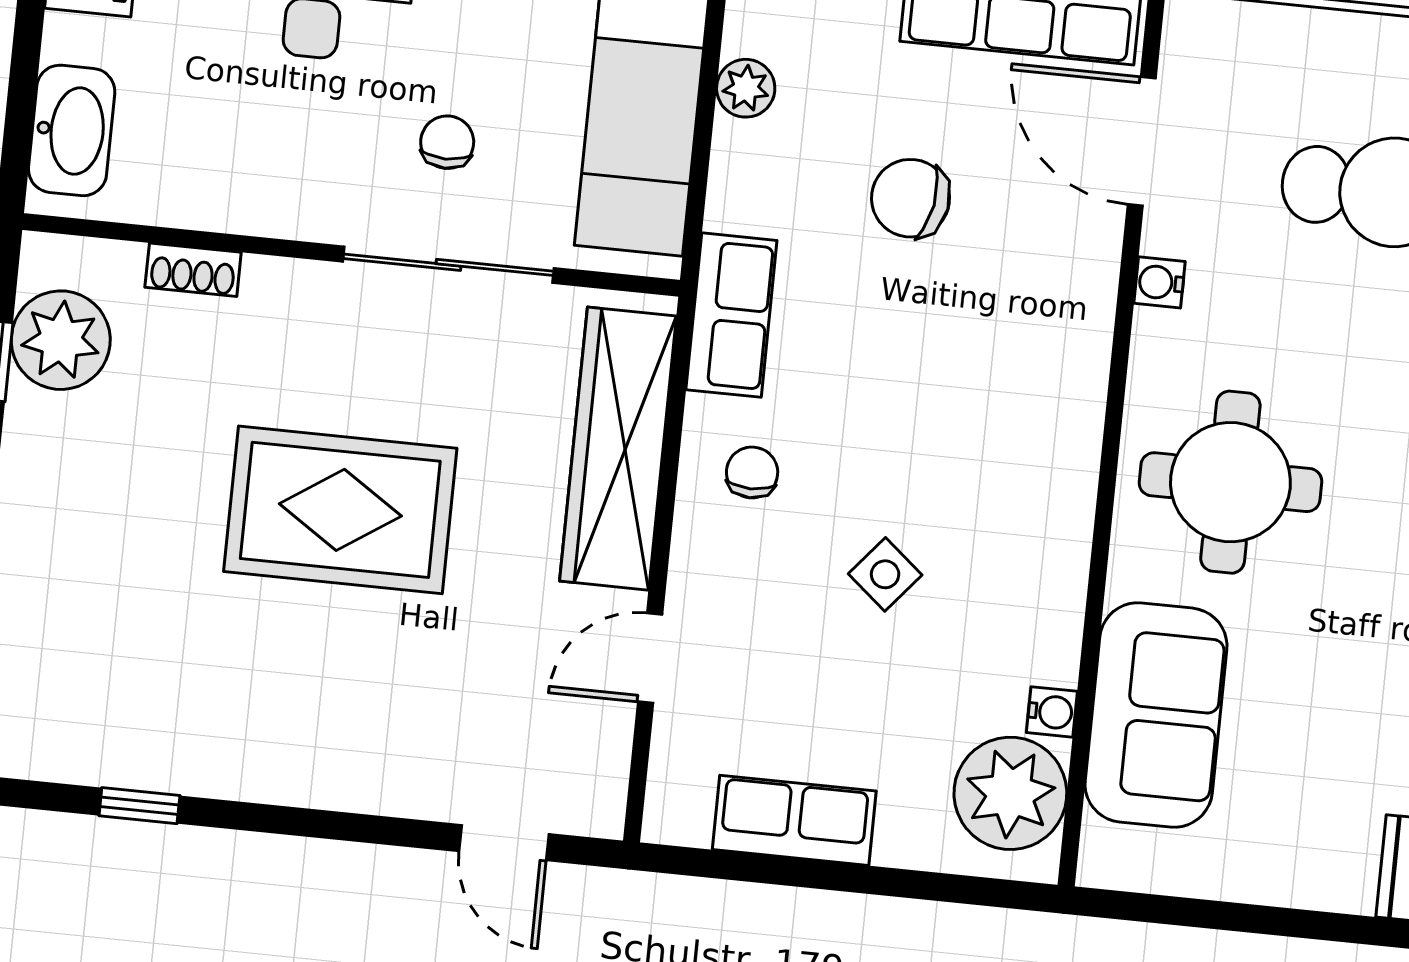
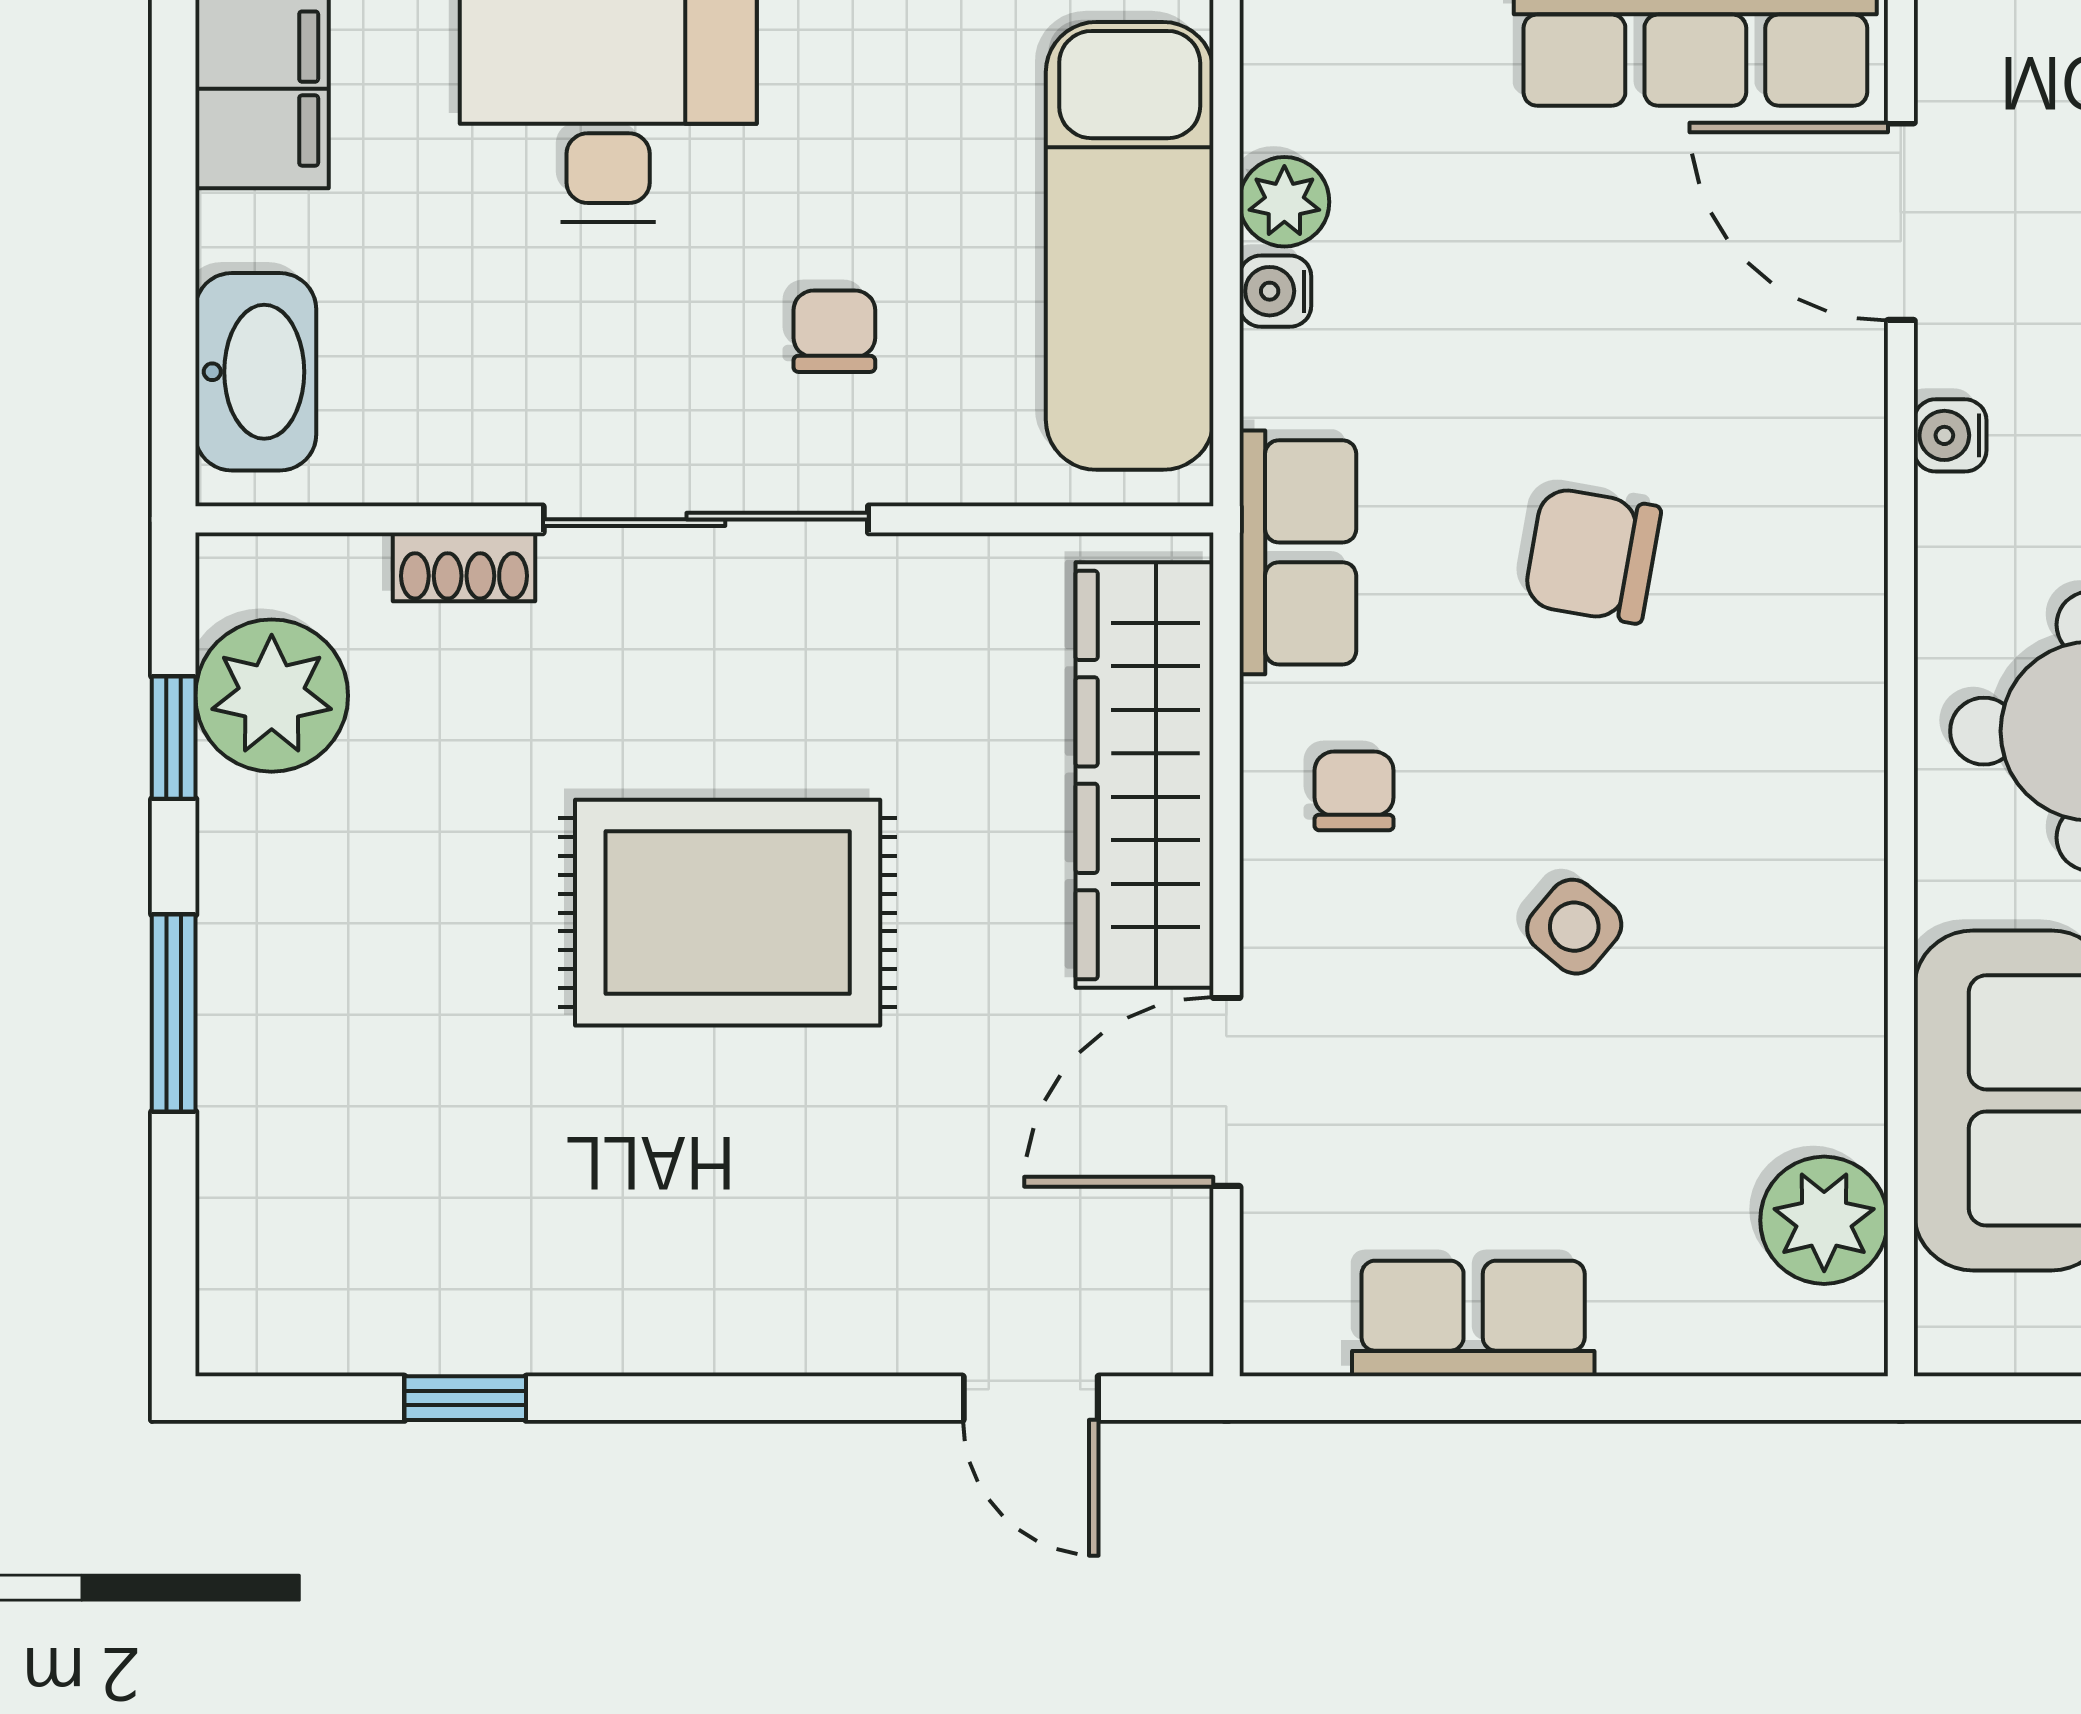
chair: (911, 198) -> (1592, 555), moved
sliding door: (448, 265) -> (706, 519), moved
door: (650, 658) -> (1226, 1092), width x1.38
water cooler: (1052, 712) -> (1275, 291), moved, turned 180
plant: (1010, 793) -> (1824, 1220), width x0.73, depth x0.73

